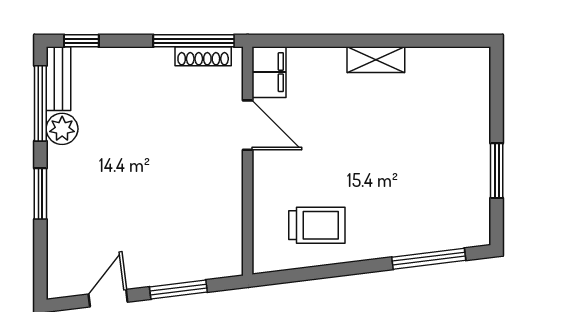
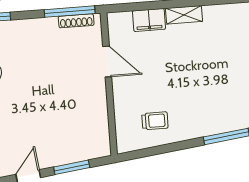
filing cabinet: (269, 72) -> (149, 20), moved, turned 90
trolley: (317, 225) -> (155, 121), width x0.73, depth x0.72

